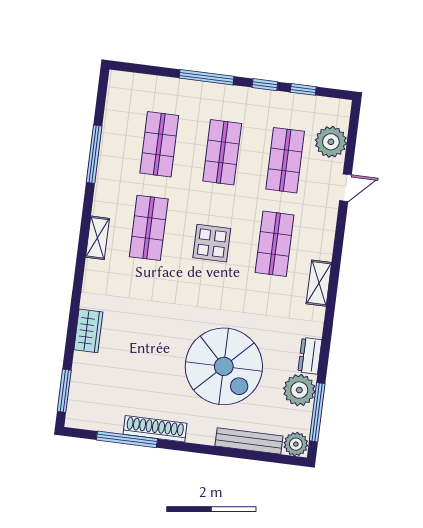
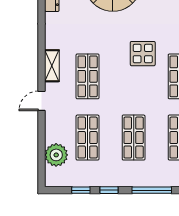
door: (346, 188) -> (42, 101), moved
display table: (212, 243) -> (143, 54), moved
shelving: (319, 283) -> (52, 66), moved

